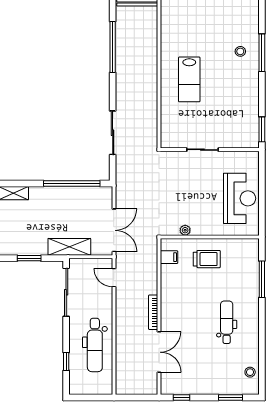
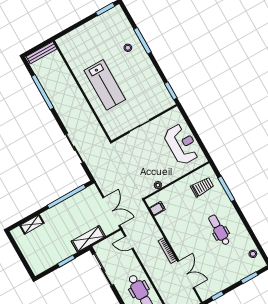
lab bench: (189, 79) -> (105, 85), width x1.36, depth x1.39
trolley: (207, 259) -> (202, 187), moved

